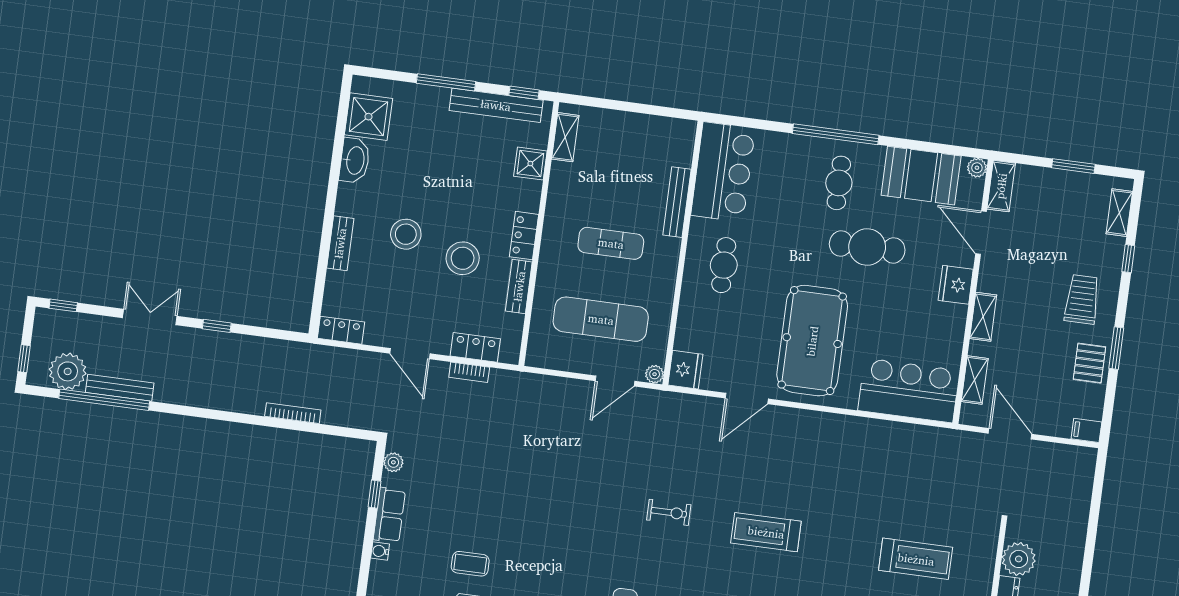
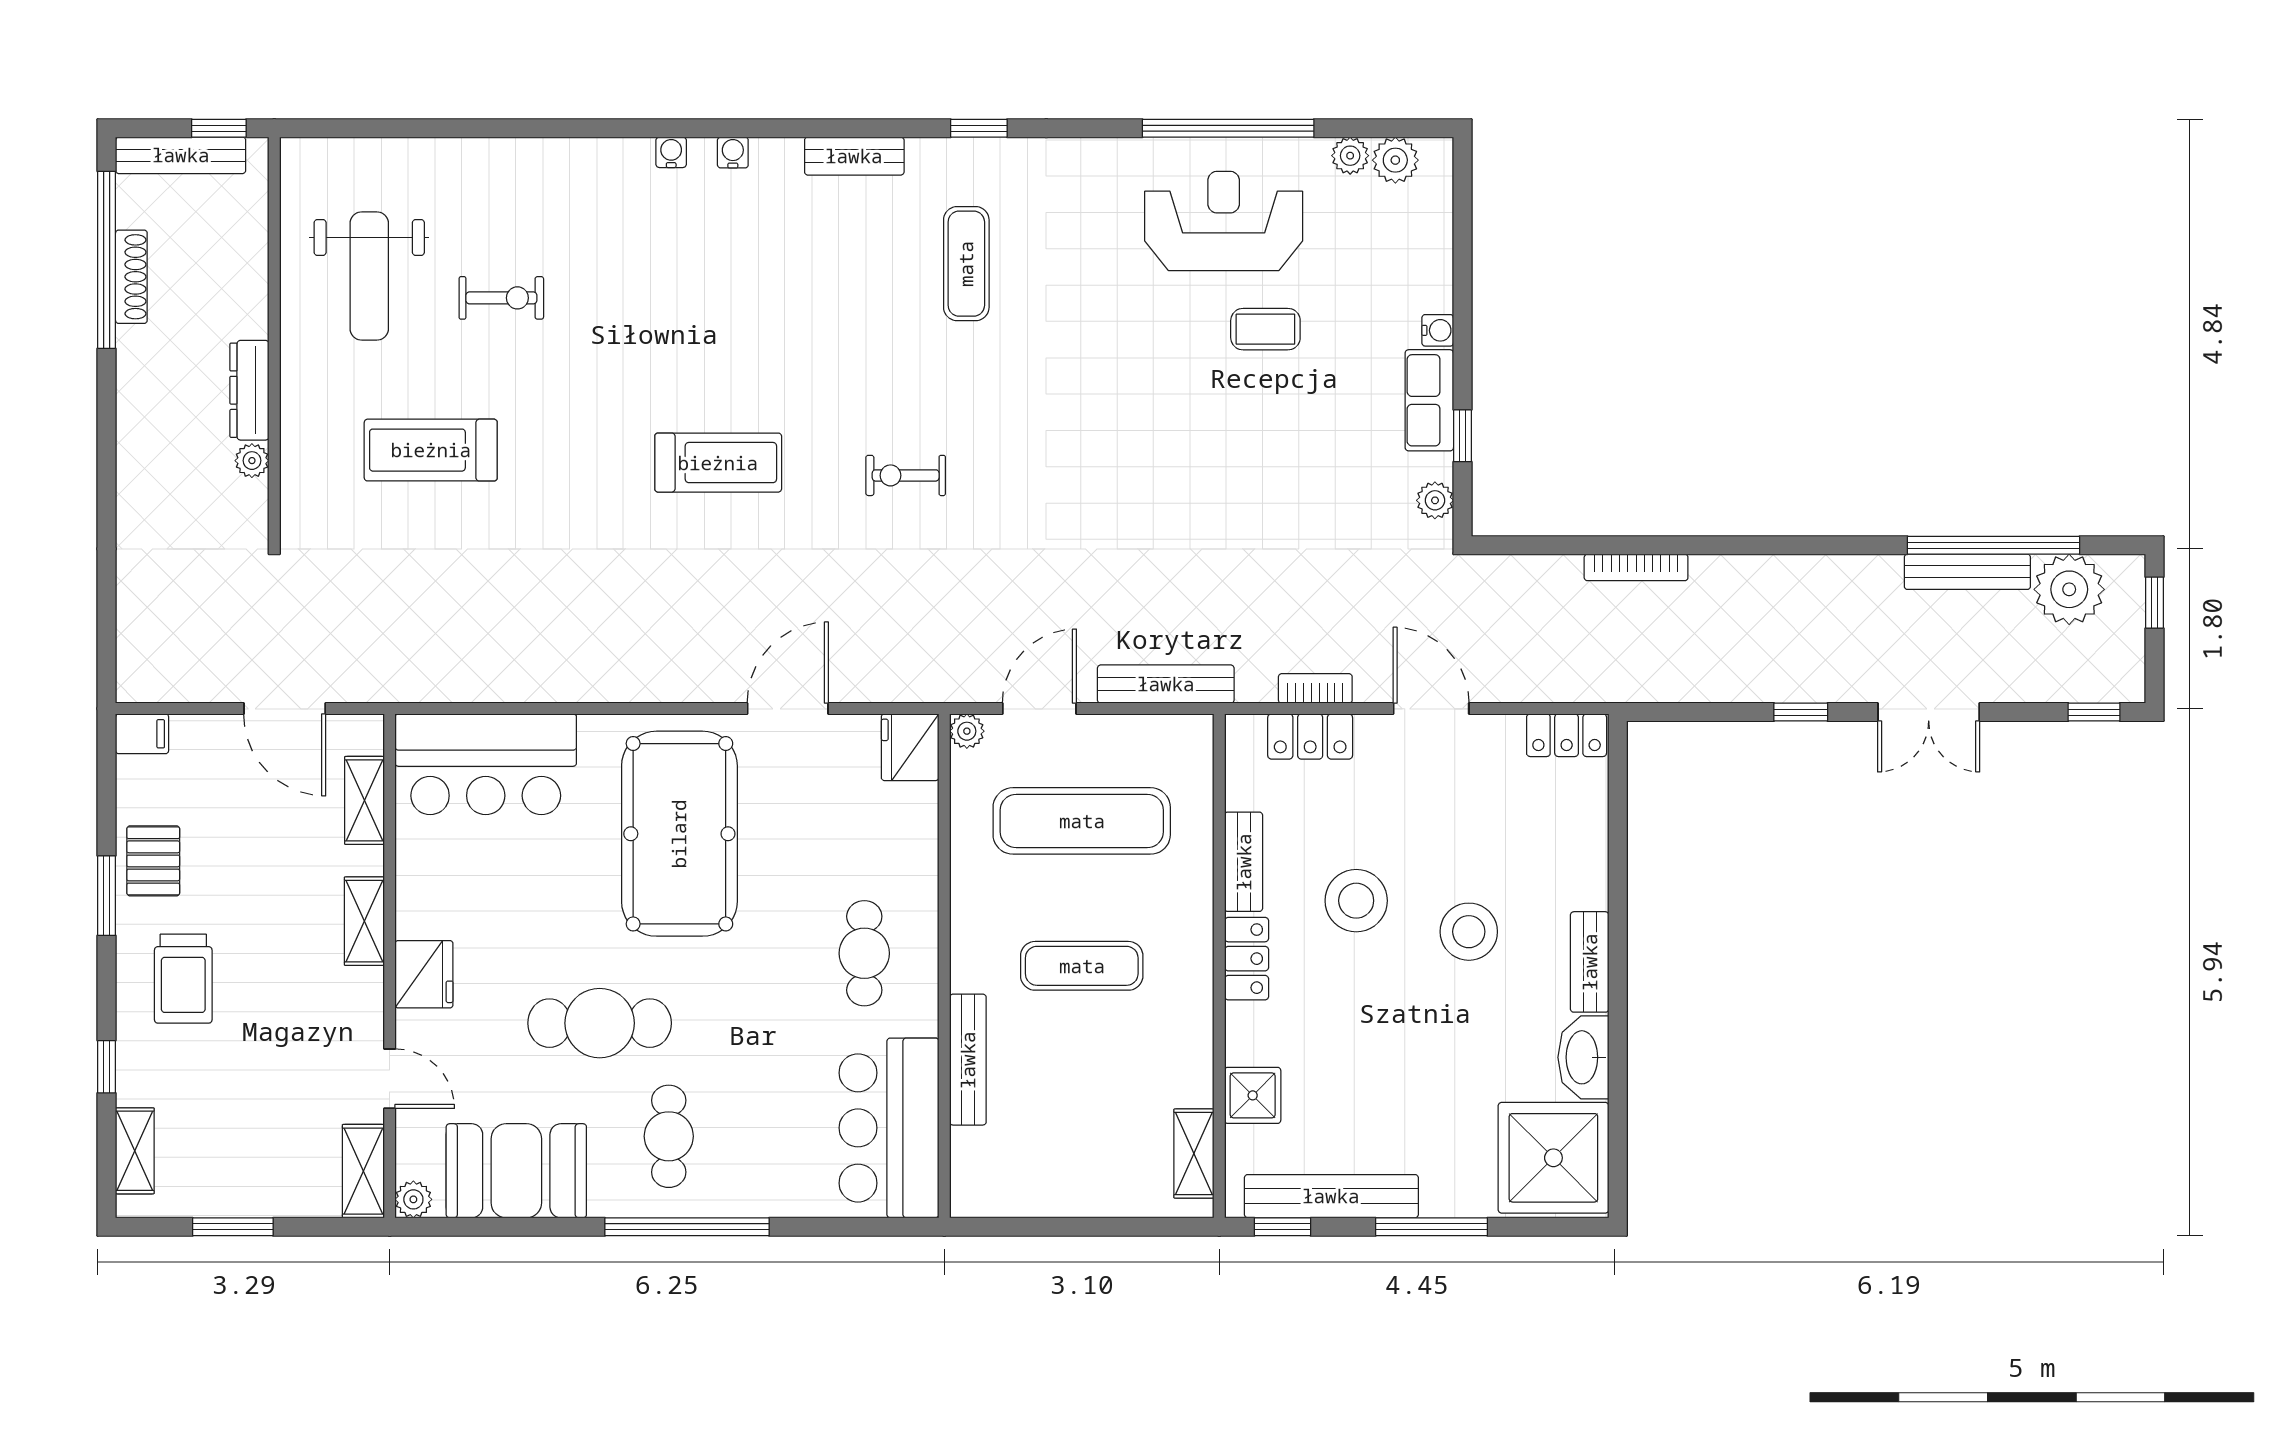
shower: (368, 117) -> (1553, 1158), width x1.37, depth x1.37
door: (981, 233) -> (390, 1079), width x0.73
bench: (340, 243) -> (1590, 962), moved
bench: (547, 385) -> (1166, 684), added
plant: (1019, 559) -> (252, 461), width x0.53, depth x0.53

